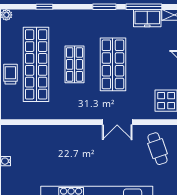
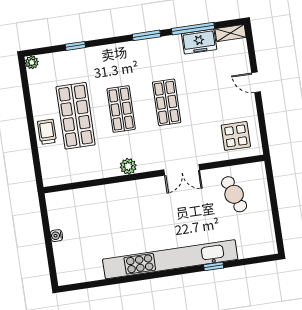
shop shelf: (36, 64) -> (76, 116), width x0.71
shop shelf: (113, 64) -> (167, 102), width x0.70, depth x0.74
plant: (73, 113) -> (128, 166), added

